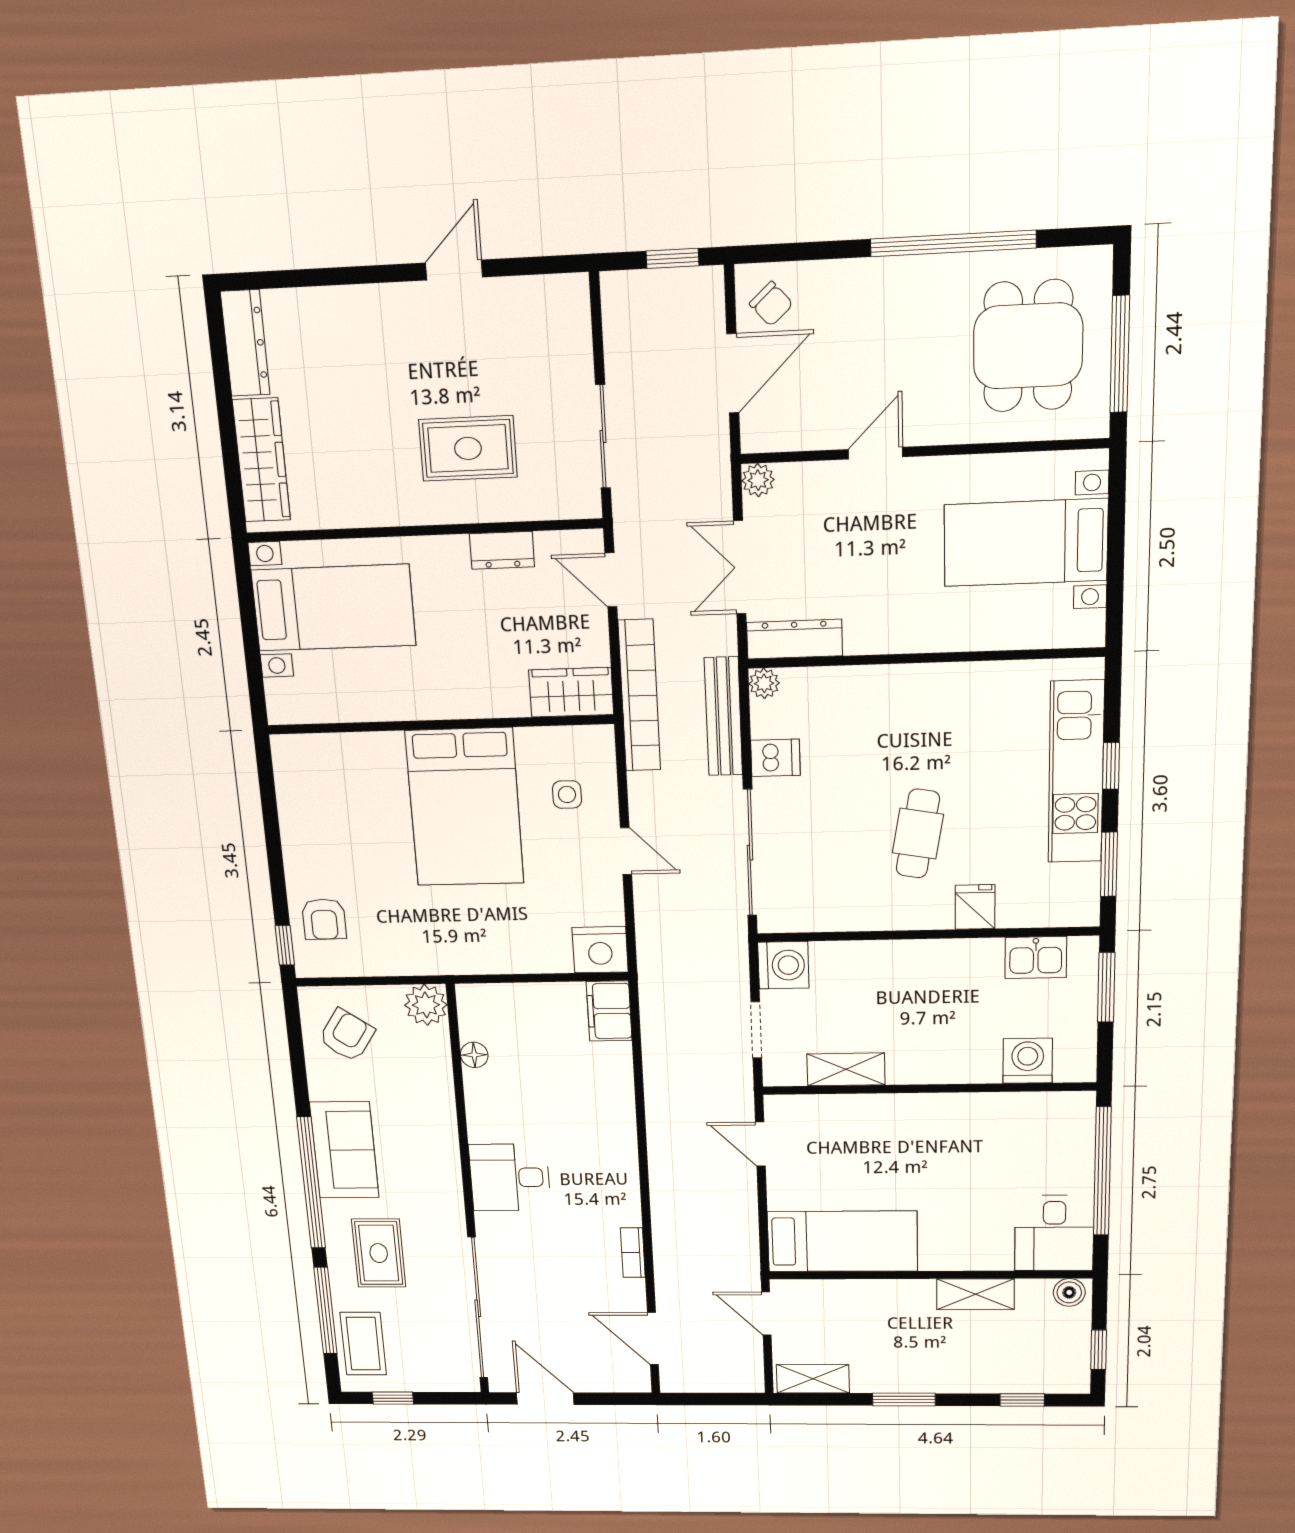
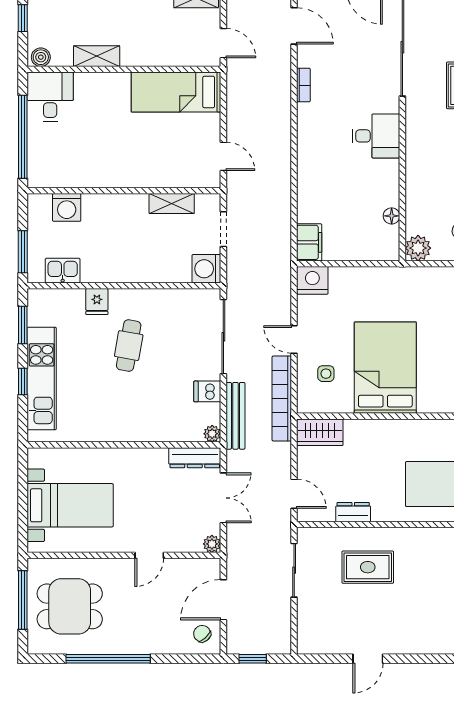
dining table: (1028, 346) -> (70, 606), turned 90
bookcase: (639, 696) -> (282, 398), moved

